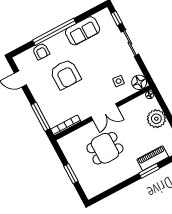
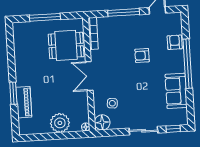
armchair: (41, 51) -> (175, 42), turned 90
armchair: (65, 74) -> (142, 55), width x0.53, depth x0.53
window: (41, 117) -> (124, 12), moved
dining table: (105, 148) -> (66, 45), moved, turned 90
window: (71, 174) -> (45, 17), width x1.44

